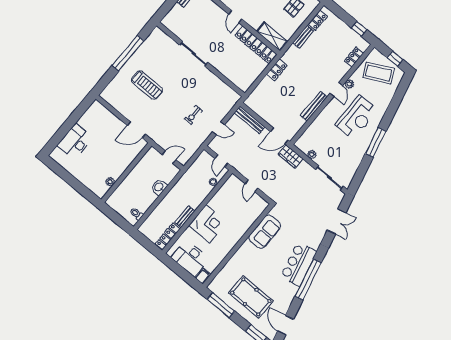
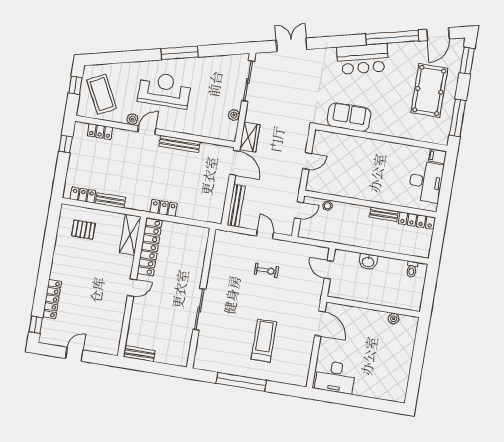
desk: (75, 142) -> (335, 377), moved
corner desk: (208, 224) -> (377, 185), removed
window: (308, 279) -> (392, 37), moved

